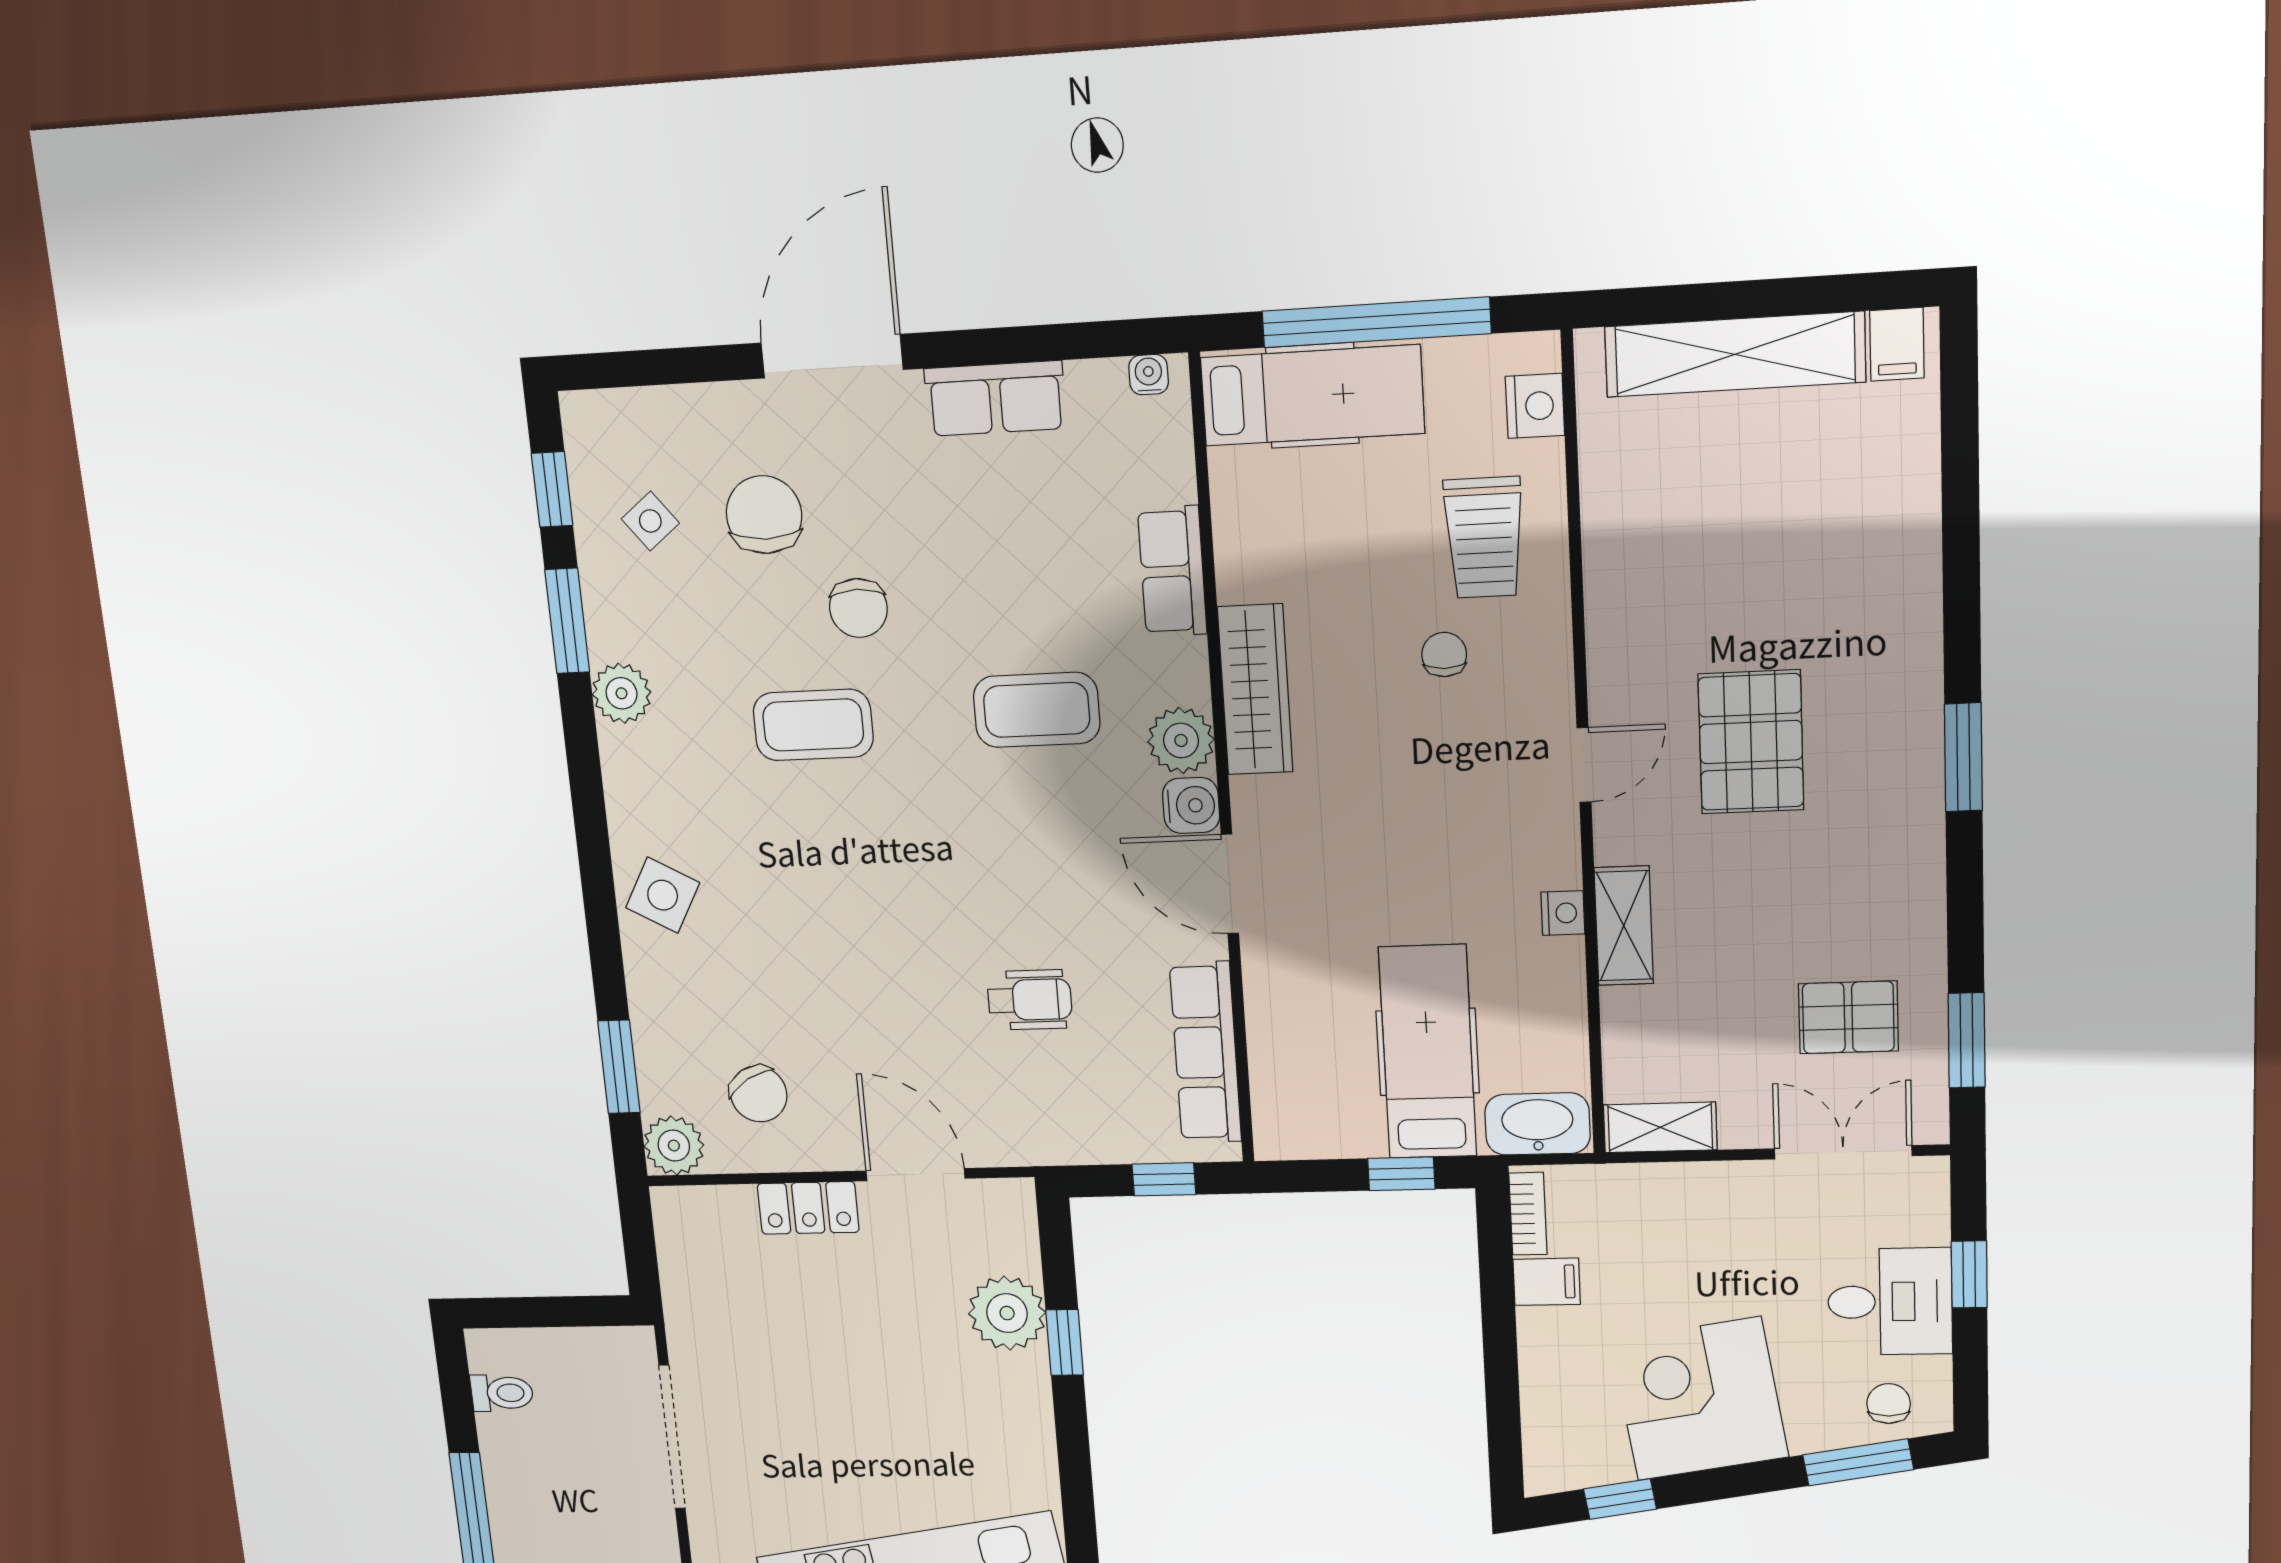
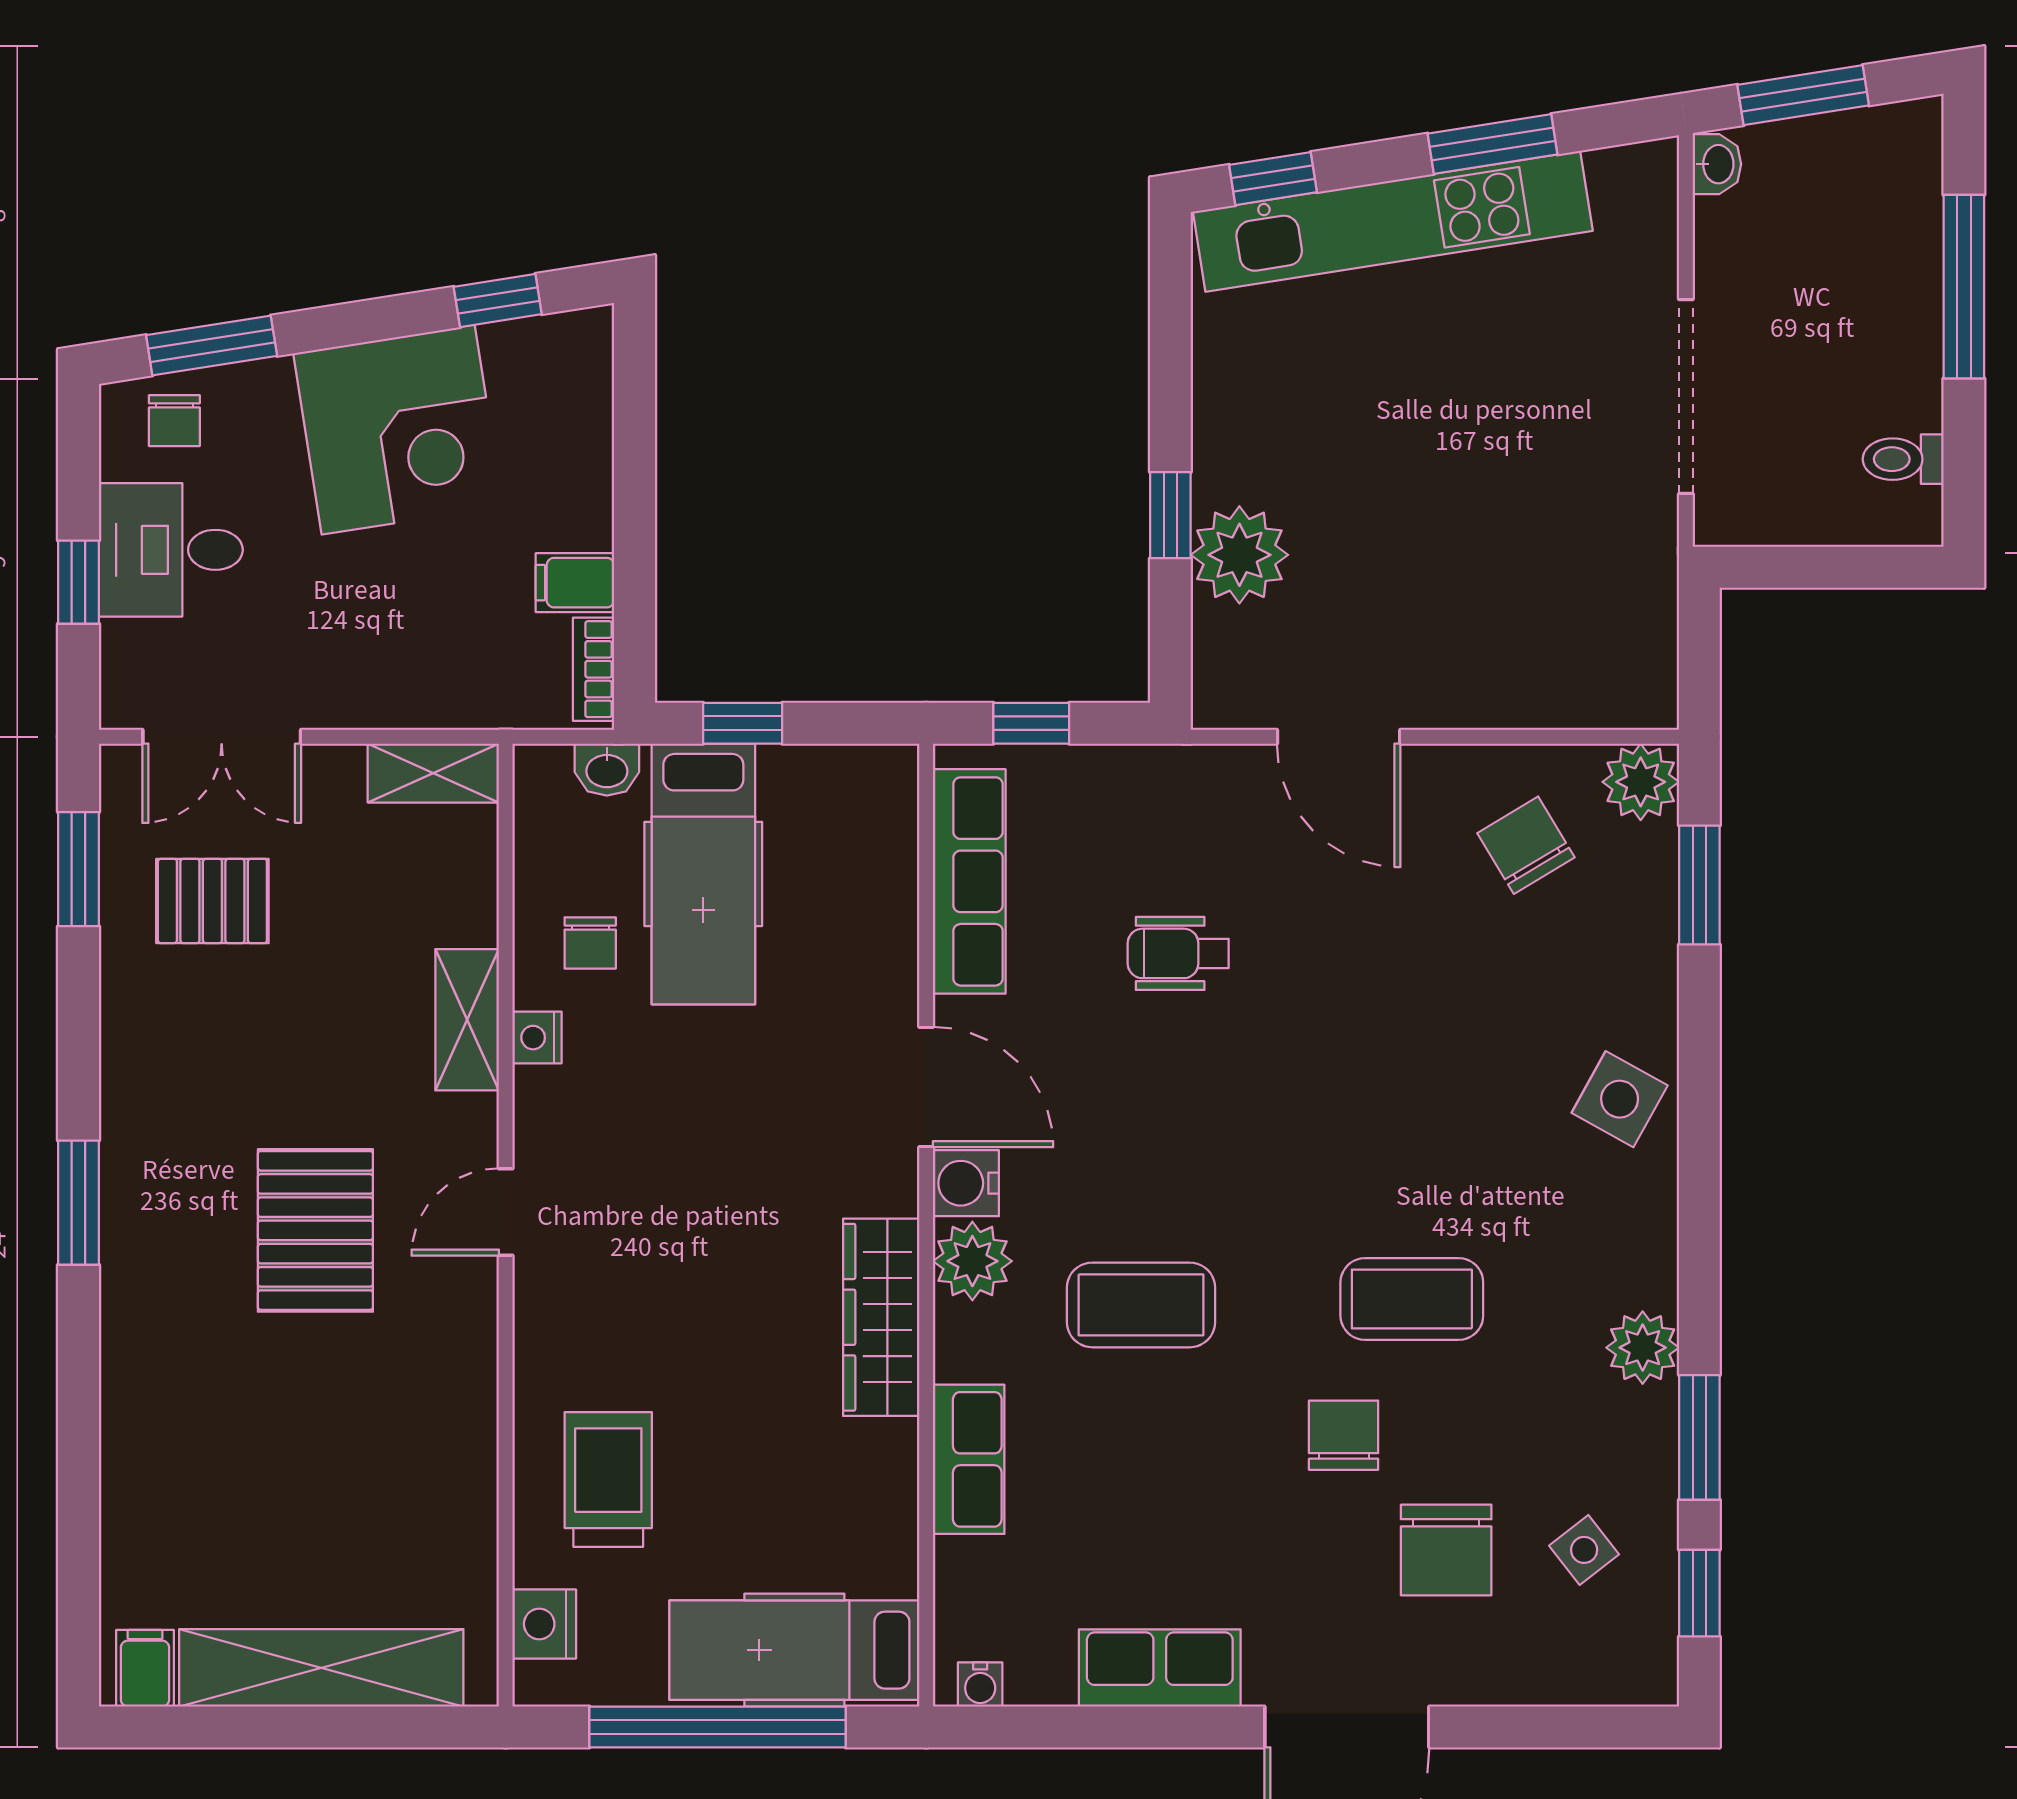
chair: (1444, 655) -> (590, 943), moved
washbasin: (1537, 1124) -> (607, 770), width x0.52, depth x0.69
locker: (808, 1208) -> (1478, 697), removed

